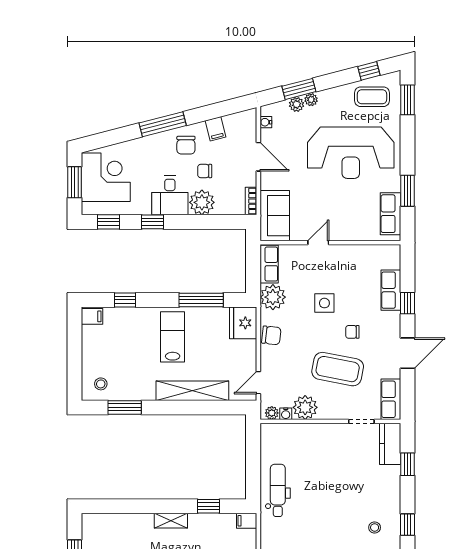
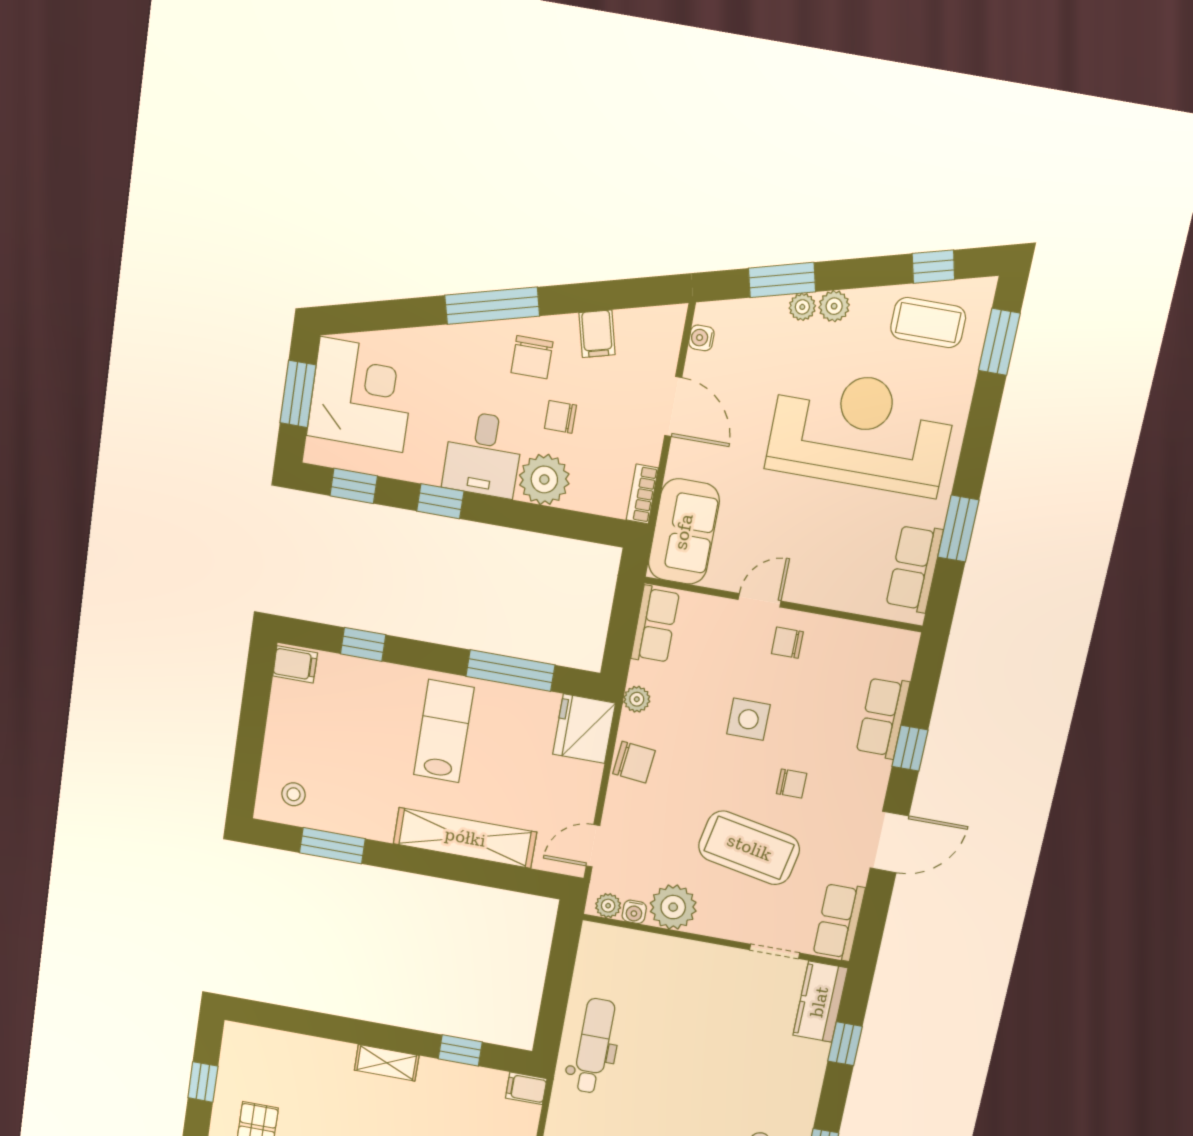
plant: (297, 104) -> (834, 306), moved
reception desk: (351, 153) -> (861, 431), turned 180
chair: (336, 261) -> (787, 643), added
plant: (273, 297) -> (637, 699), width x0.53, depth x0.53
chair: (352, 332) -> (792, 784), turned 180

